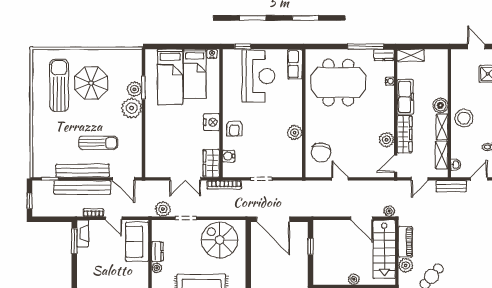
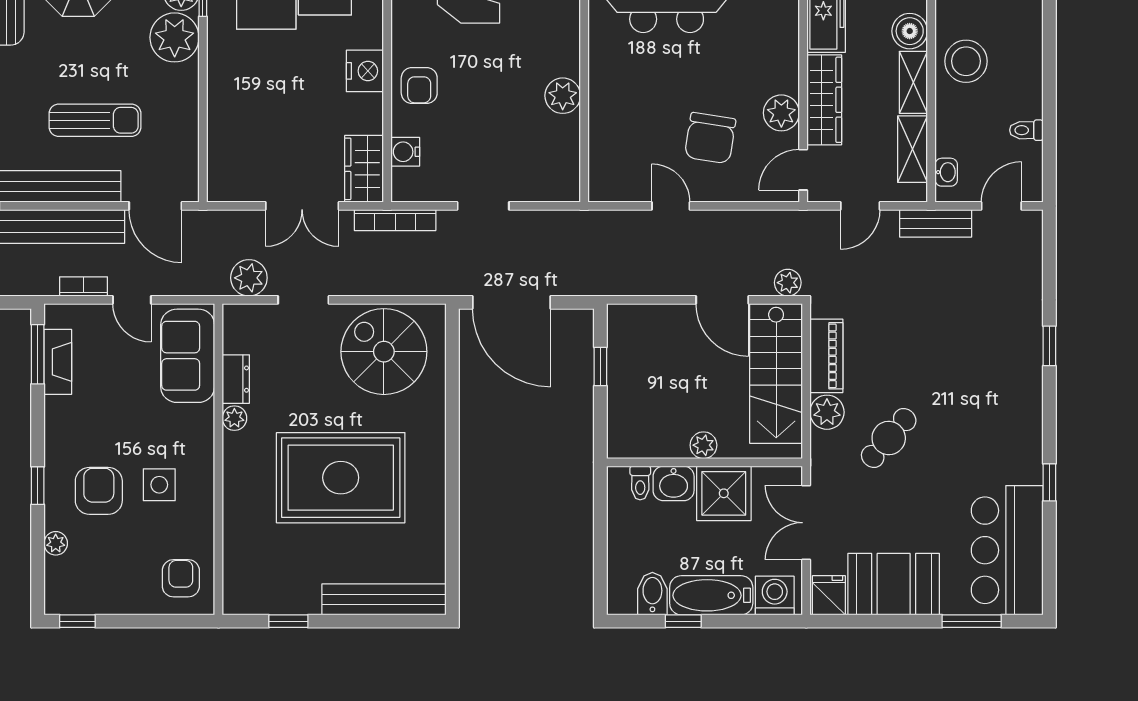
chair: (321, 152) -> (710, 138), moved
fireplace: (83, 233) -> (58, 362), moved

